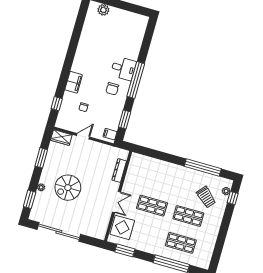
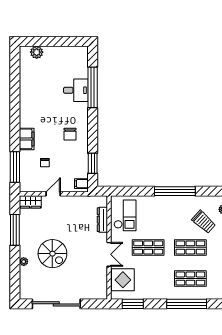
desk: (123, 68) -> (76, 90), moved
window: (136, 80) -> (93, 87), moved
window: (57, 104) -> (15, 167), width x2.17
window: (41, 158) -> (15, 230), width x1.44
window: (203, 167) -> (175, 191), moved
checkout: (140, 172) -> (125, 215), added
spiral stairs: (68, 188) -> (52, 254), turned -90
window: (30, 199) -> (15, 278), removed

